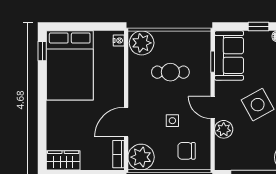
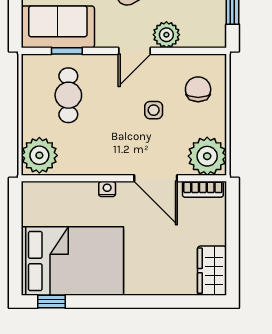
nightstand: (119, 41) -> (107, 189), moved
cafe table: (170, 72) -> (68, 95), moved
chair: (187, 151) -> (198, 89), turned 180

